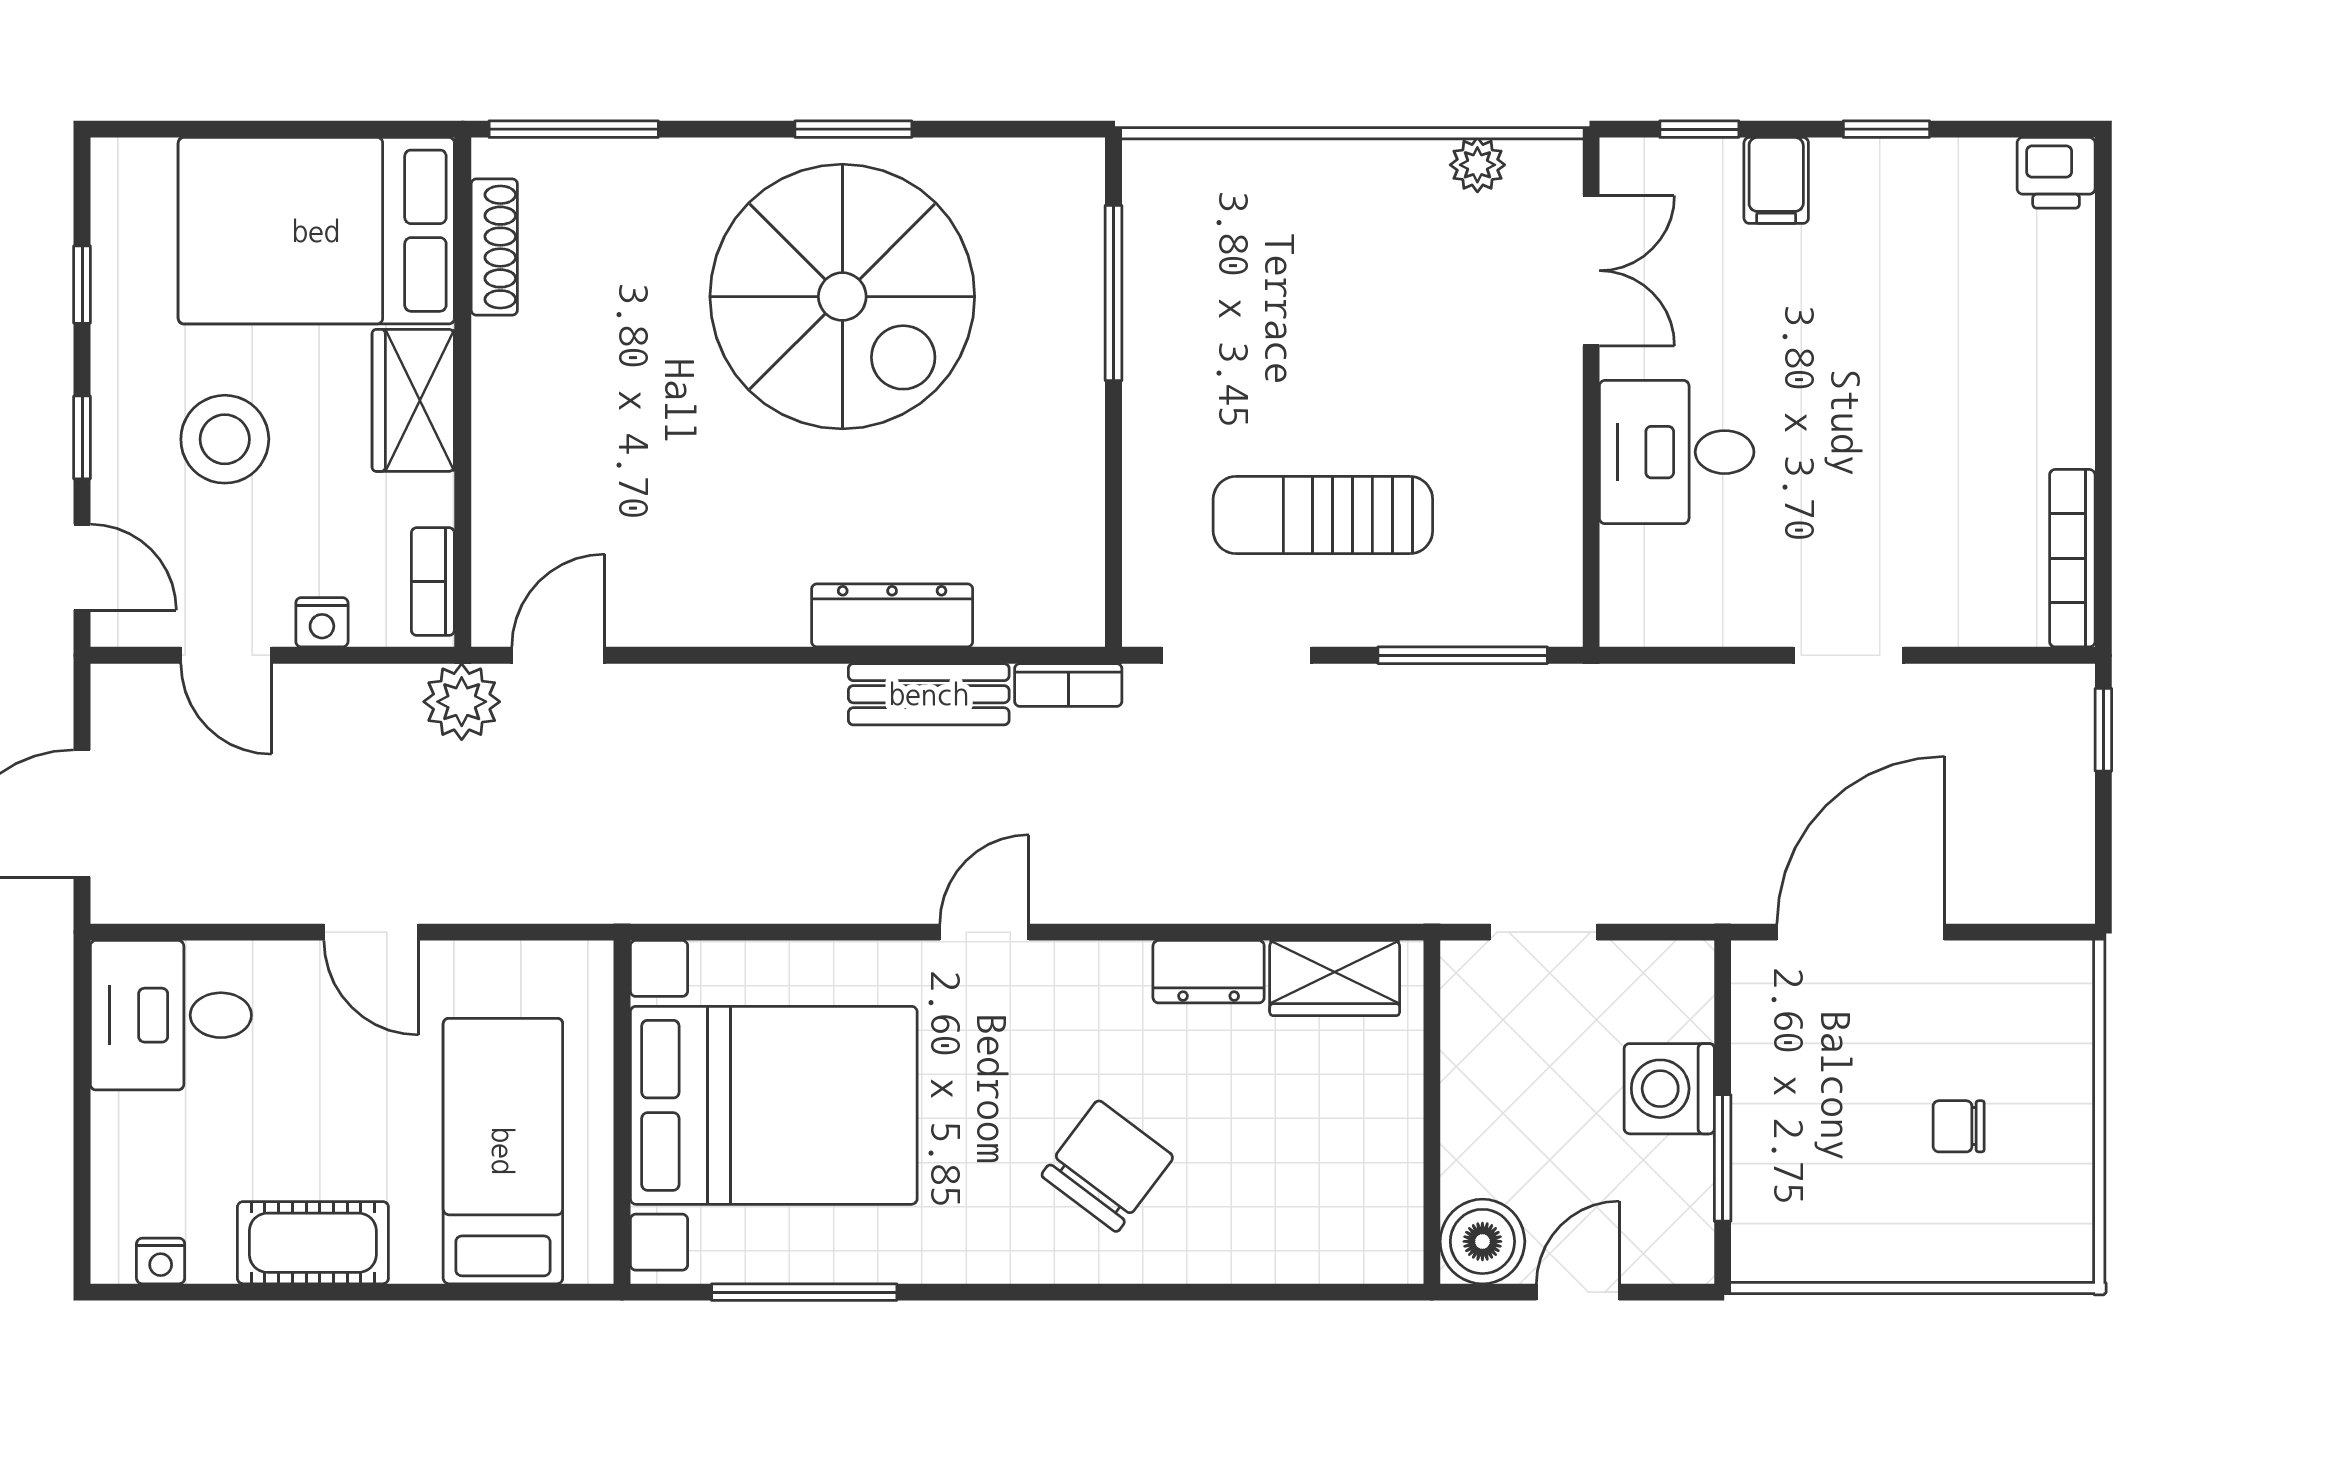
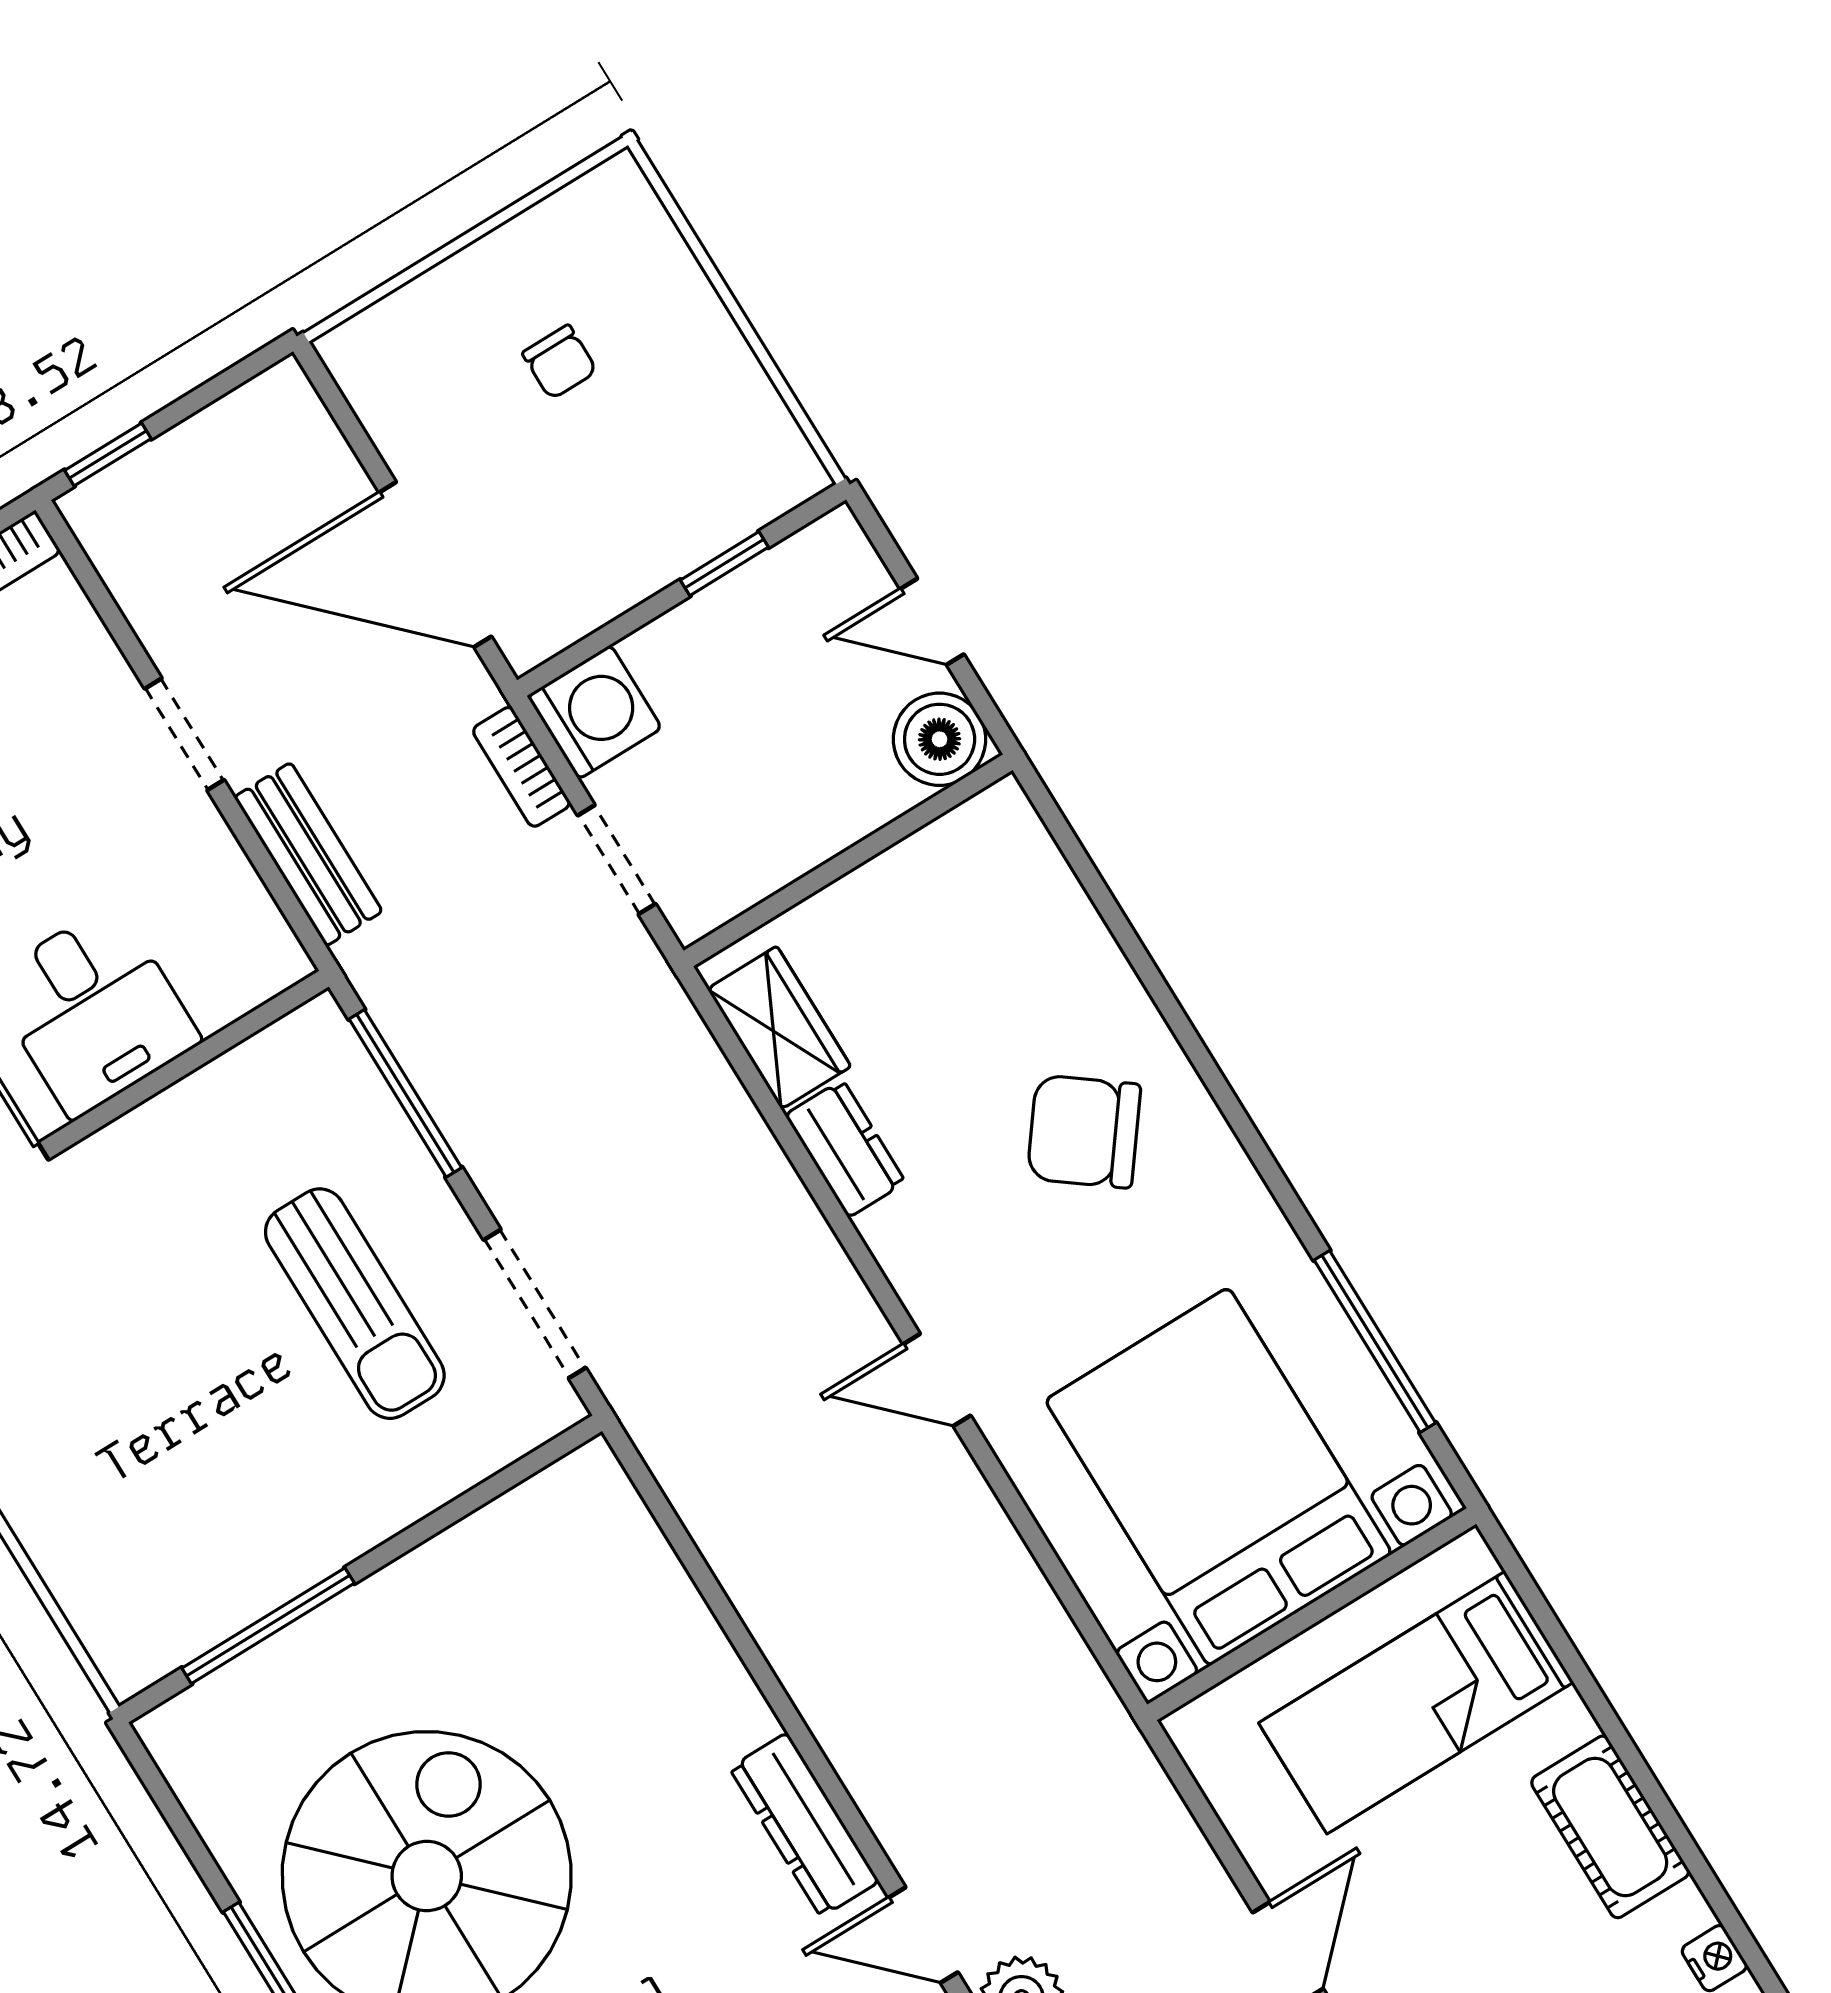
dresser: (892, 615) -> (804, 1825), moved
bookcase: (1068, 685) -> (521, 767), moved, turned 180
bench: (929, 694) -> (308, 854), moved
washing machine: (1669, 1089) -> (594, 712), moved, turned -90
window: (1723, 1158) -> (724, 564), width x0.67

